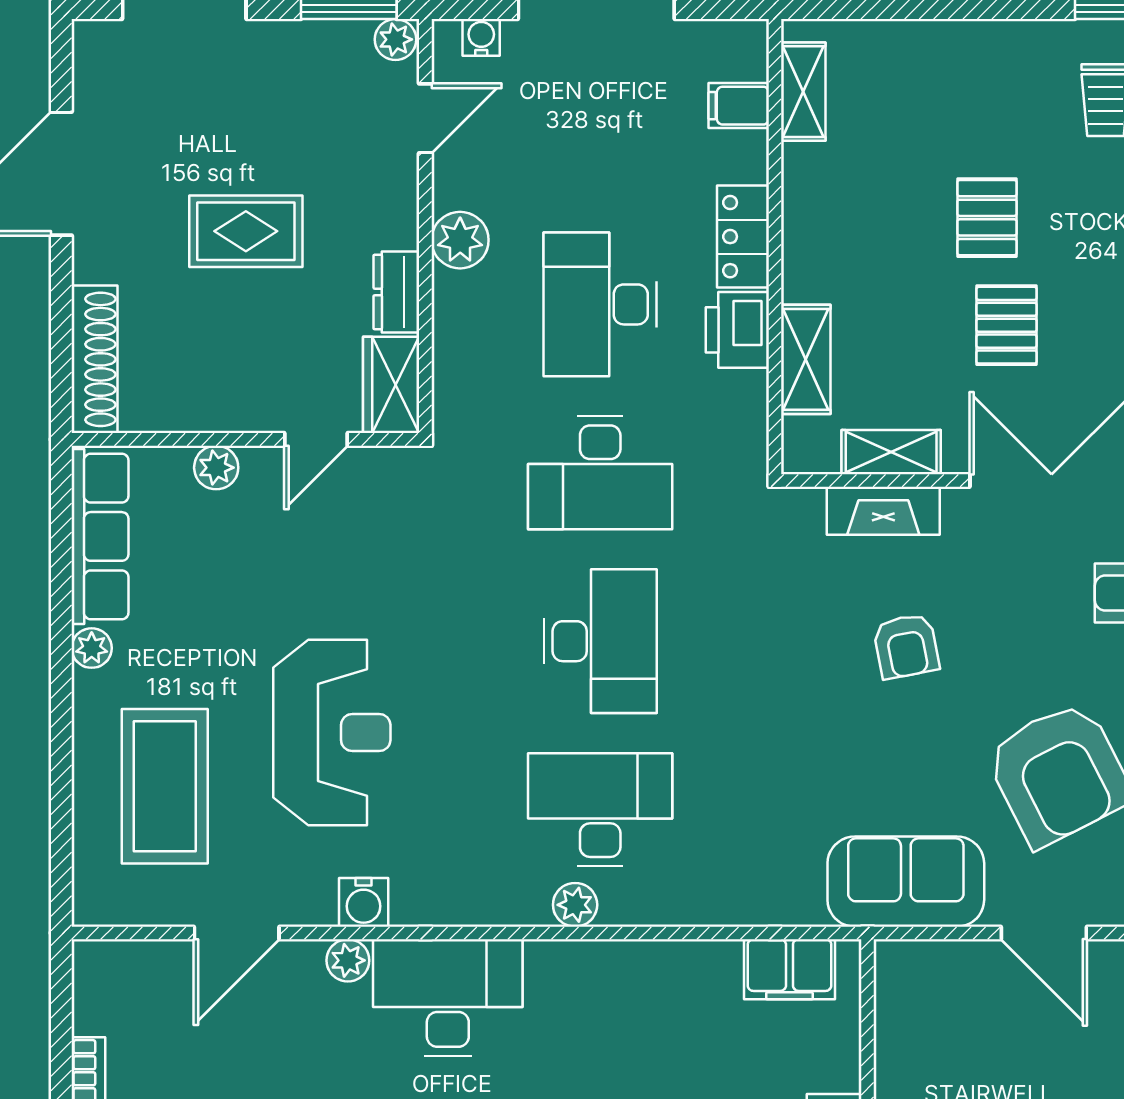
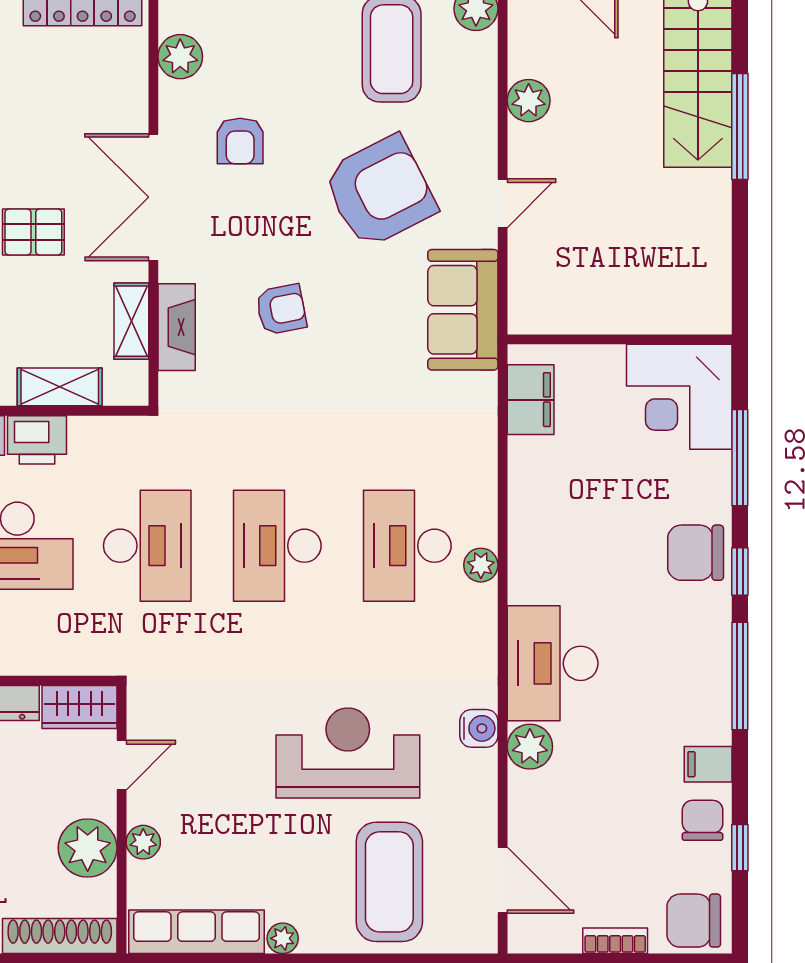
plant: (209, 395) -> (88, 848), added
door: (316, 439) -> (122, 765), hinge flipped
desk: (600, 641) -> (277, 546), turned -90
coffee table: (165, 786) -> (389, 882), turned 90
door: (237, 933) -> (503, 880), moved
door: (1044, 933) -> (503, 203), width x0.73
plant: (348, 960) -> (530, 747), width x1.38, depth x1.38

